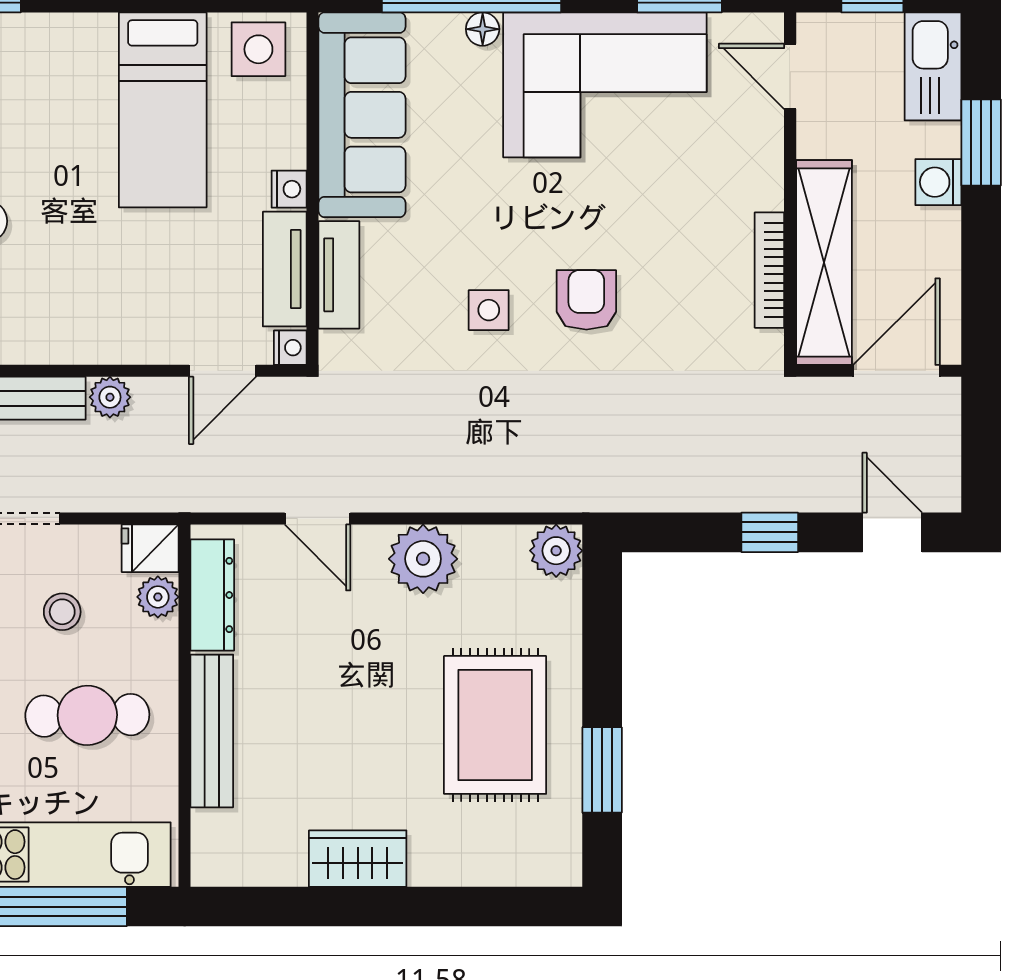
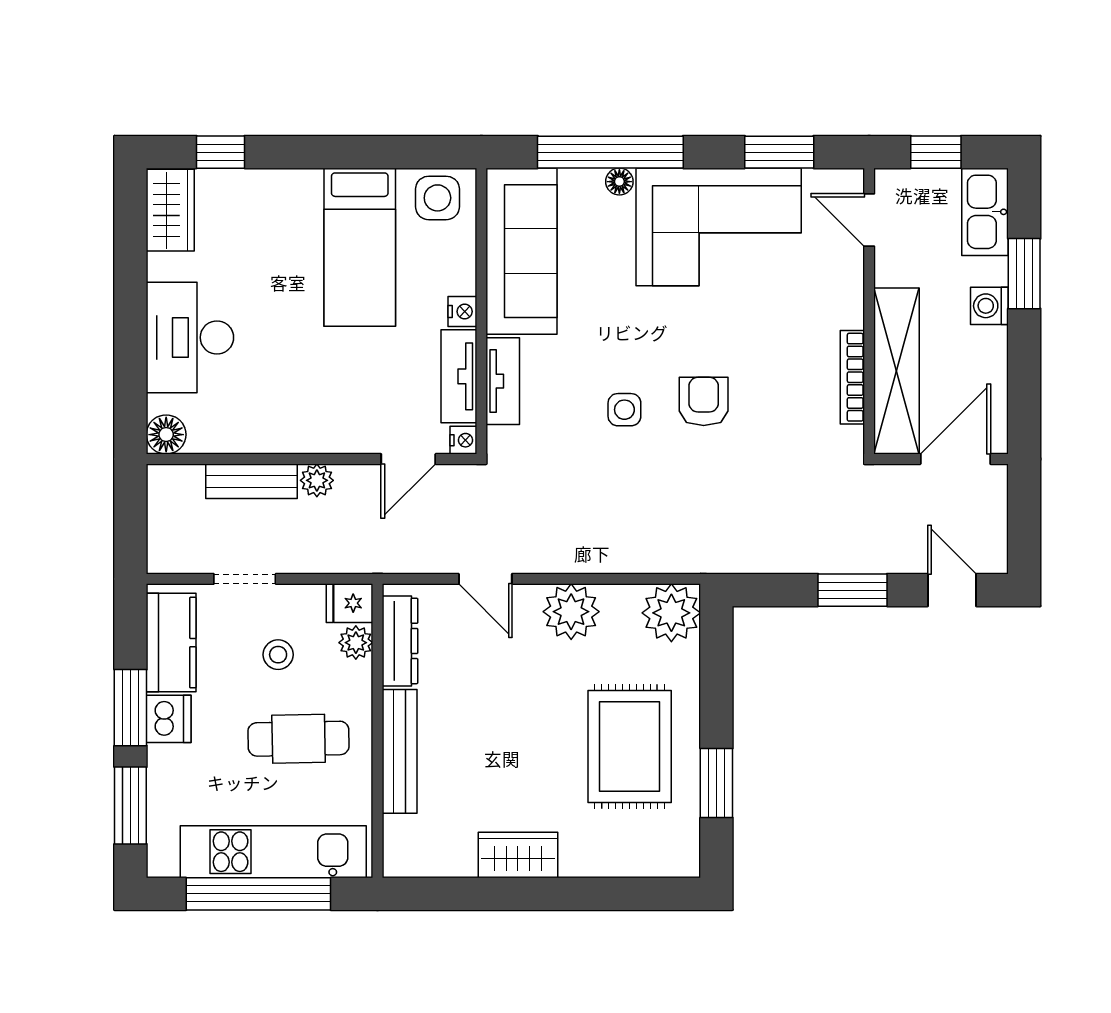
window: (770, 532) -> (852, 590), width x1.50
plant: (556, 551) -> (671, 613), width x1.36, depth x1.36

